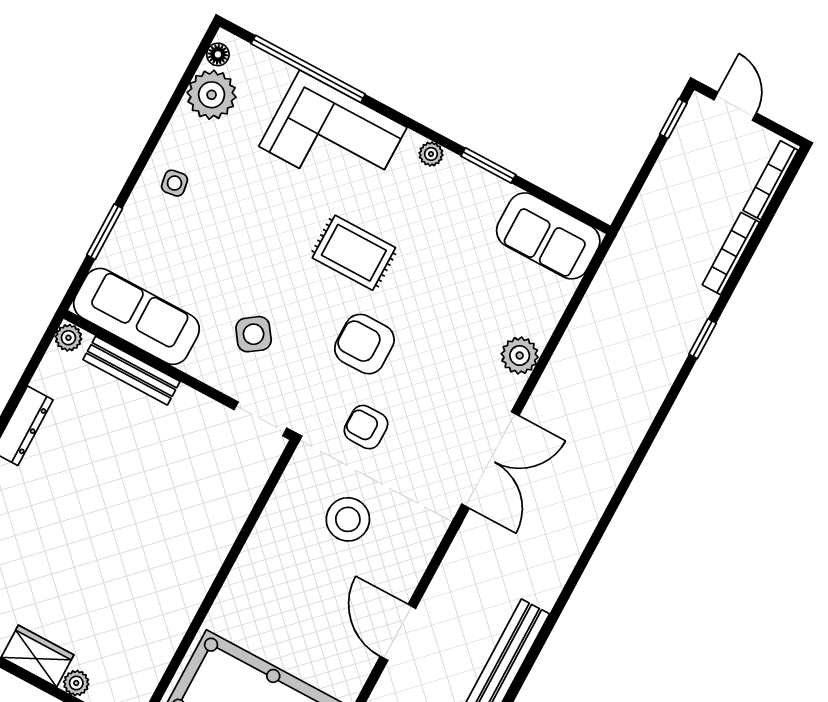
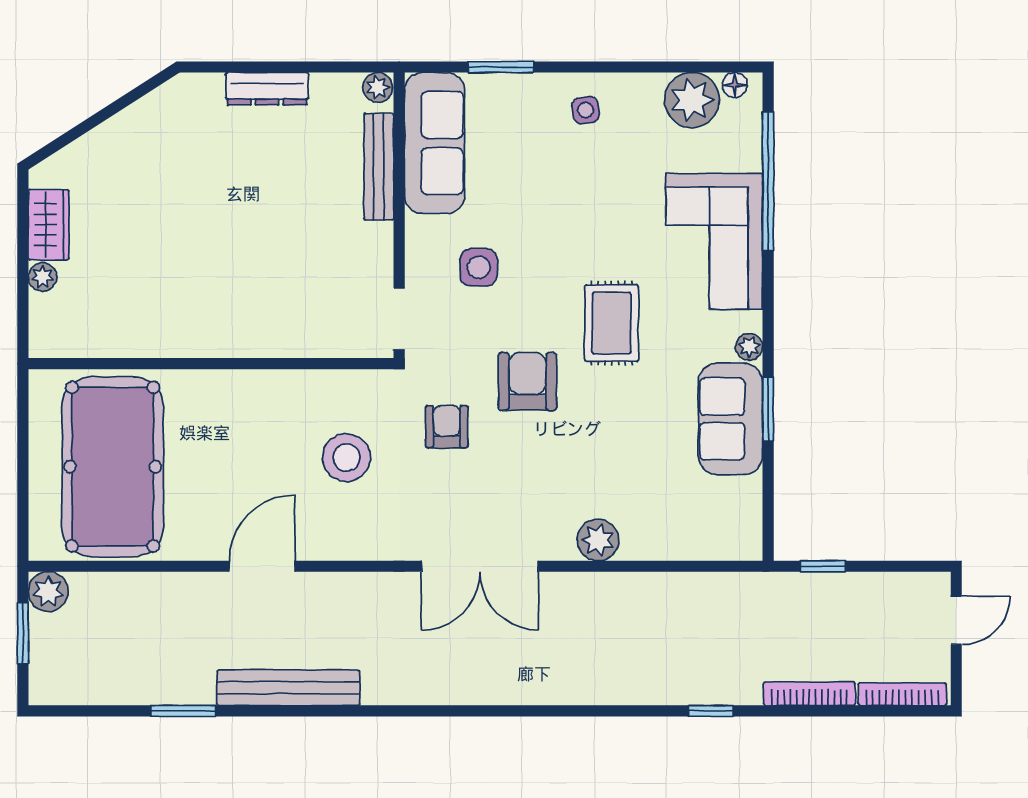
window: (673, 119) -> (823, 566), moved
sofa: (548, 236) -> (730, 419), moved
side table: (254, 334) -> (479, 267), turned 35

